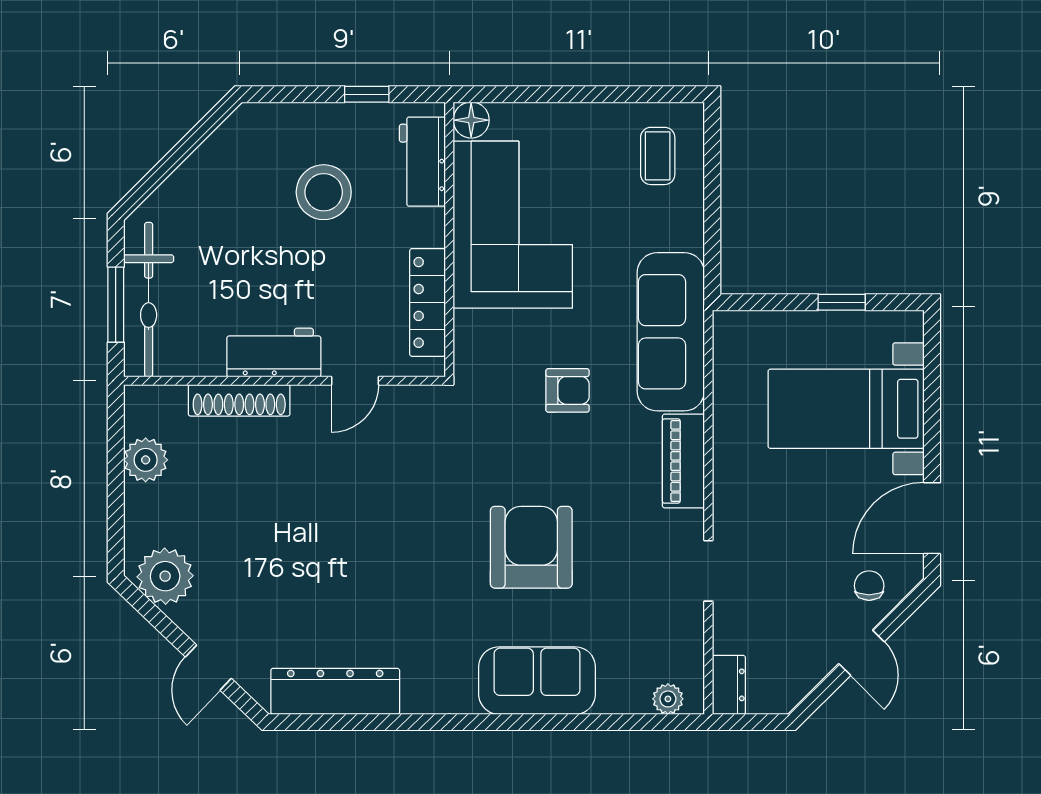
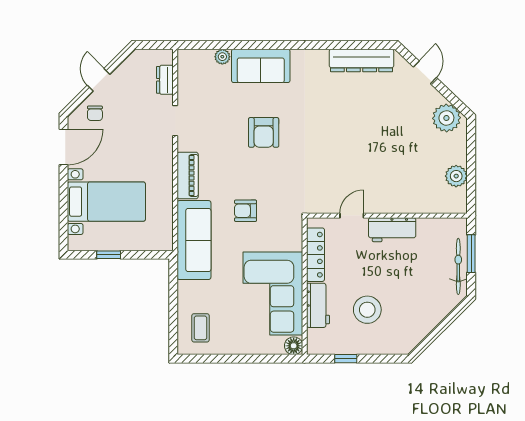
workbench: (422, 162) -> (318, 305), moved
bicycle: (149, 300) -> (458, 266), width x0.73, depth x0.71
shoe rack: (239, 400) -> (409, 206), removed
armchair: (531, 547) -> (264, 132), width x0.73, depth x0.73
dresser: (729, 685) -> (165, 80), moved
plant: (668, 699) -> (222, 57), moved

